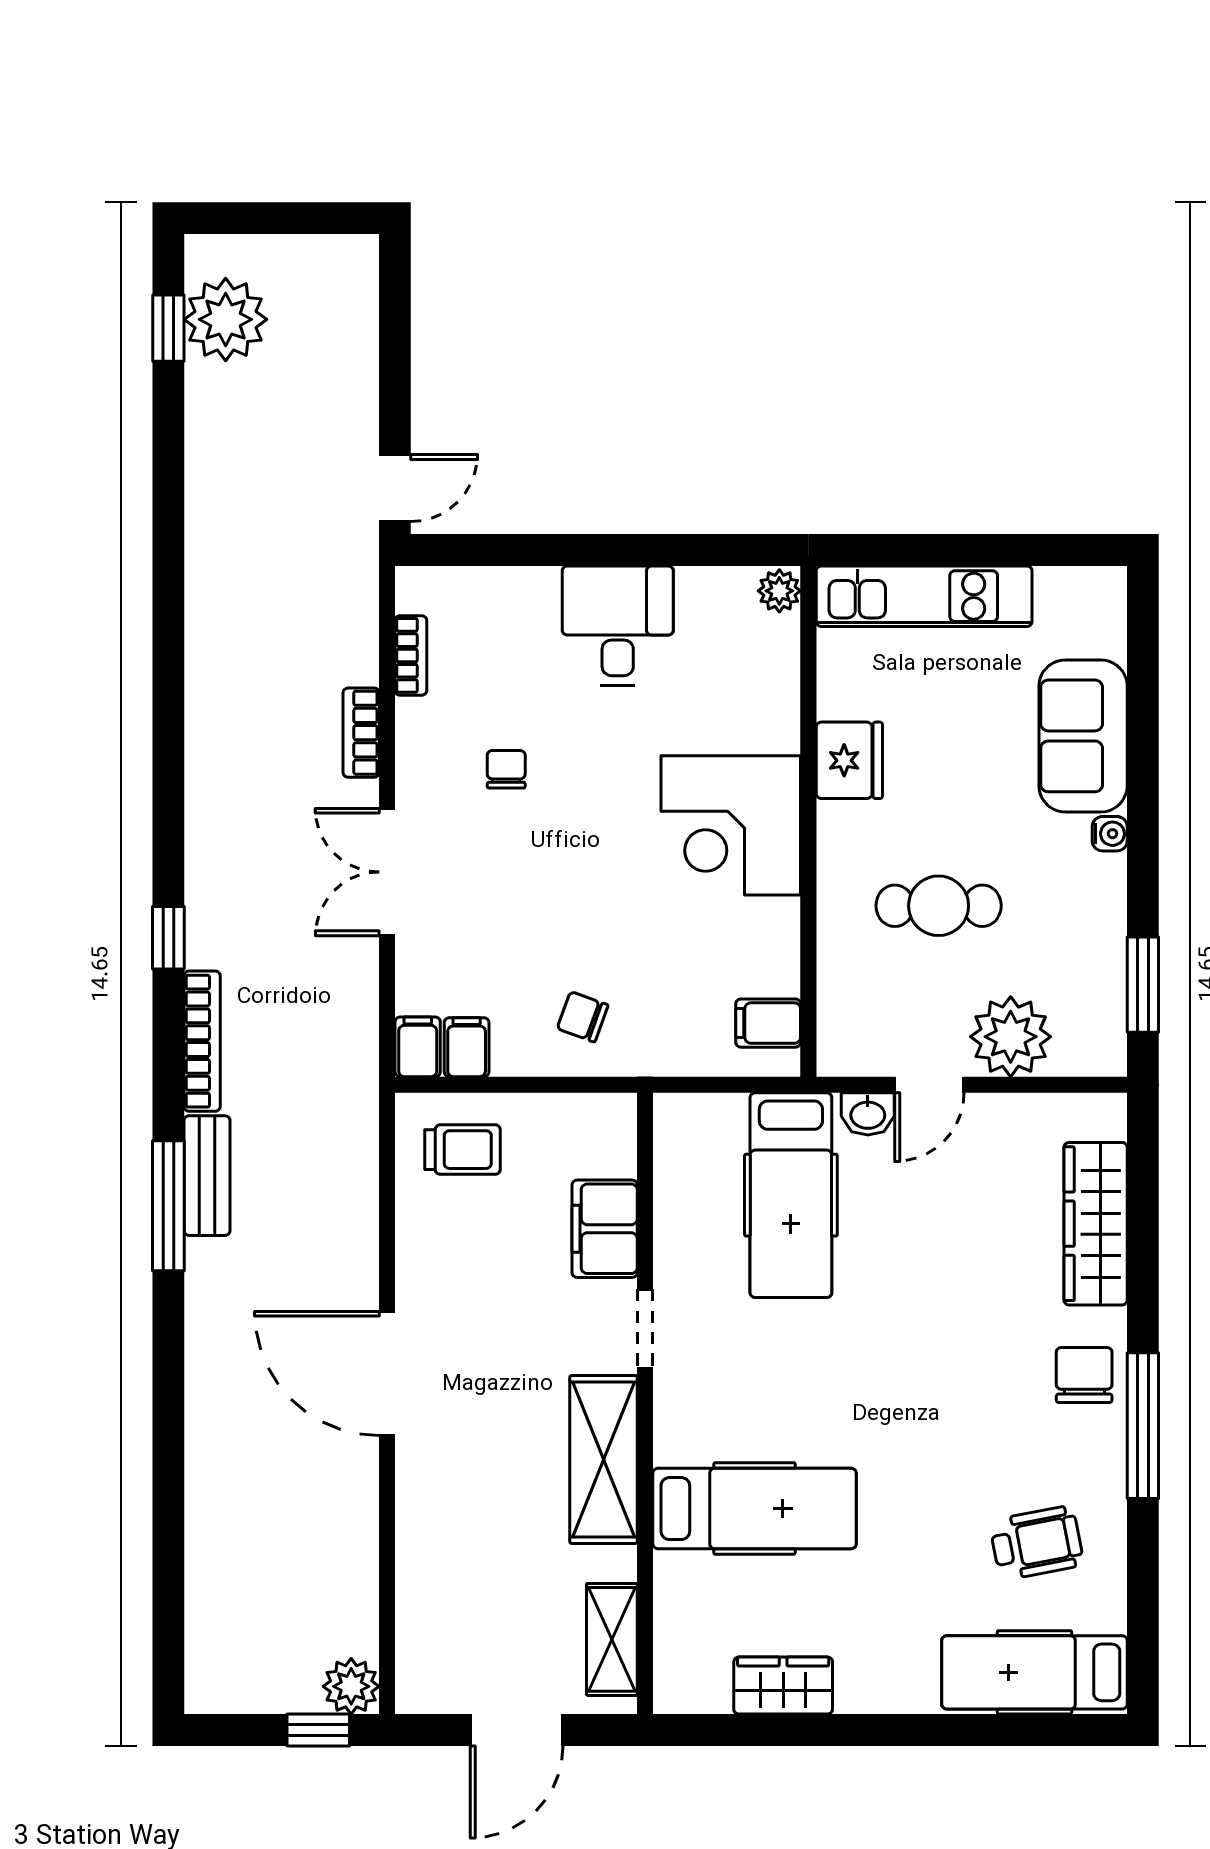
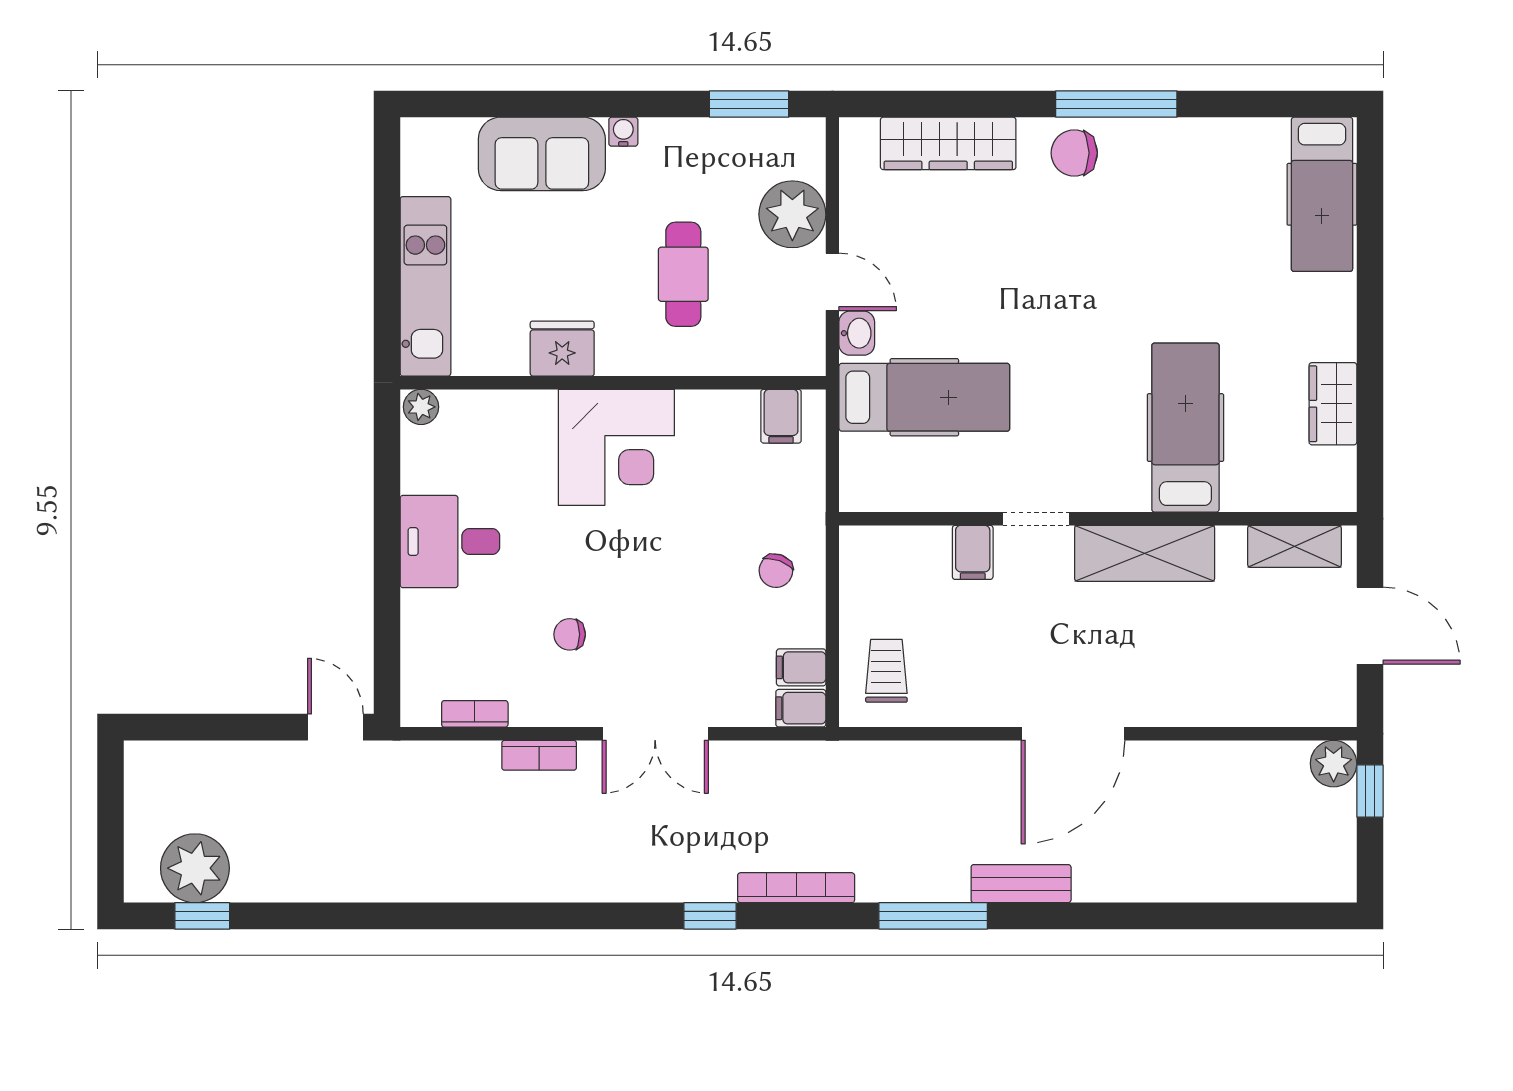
bench: (207, 1176) -> (1021, 884), moved
filing cabinet: (605, 1229) -> (973, 552), width x0.50
wheelchair: (1036, 1543) -> (1214, 193), removed

